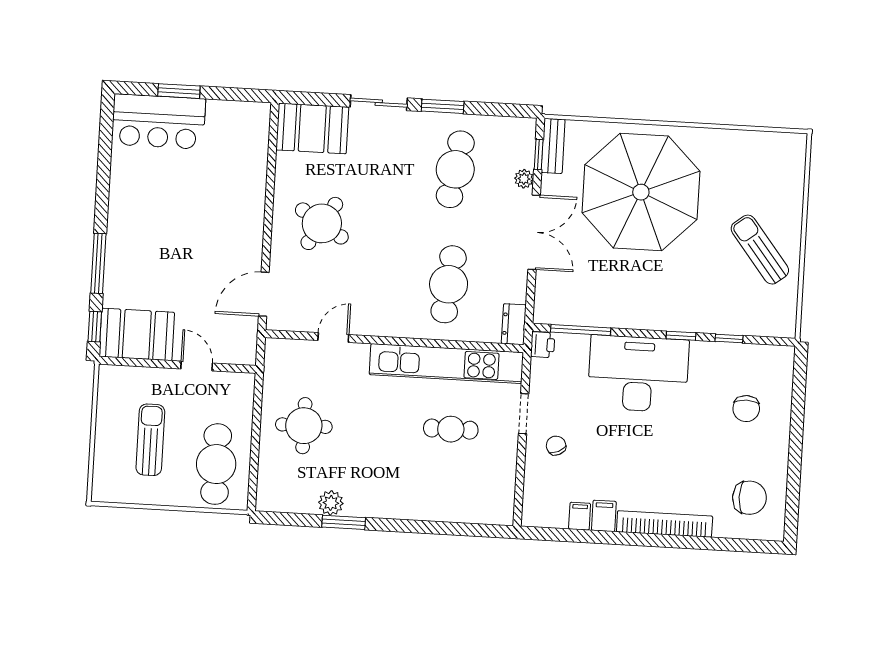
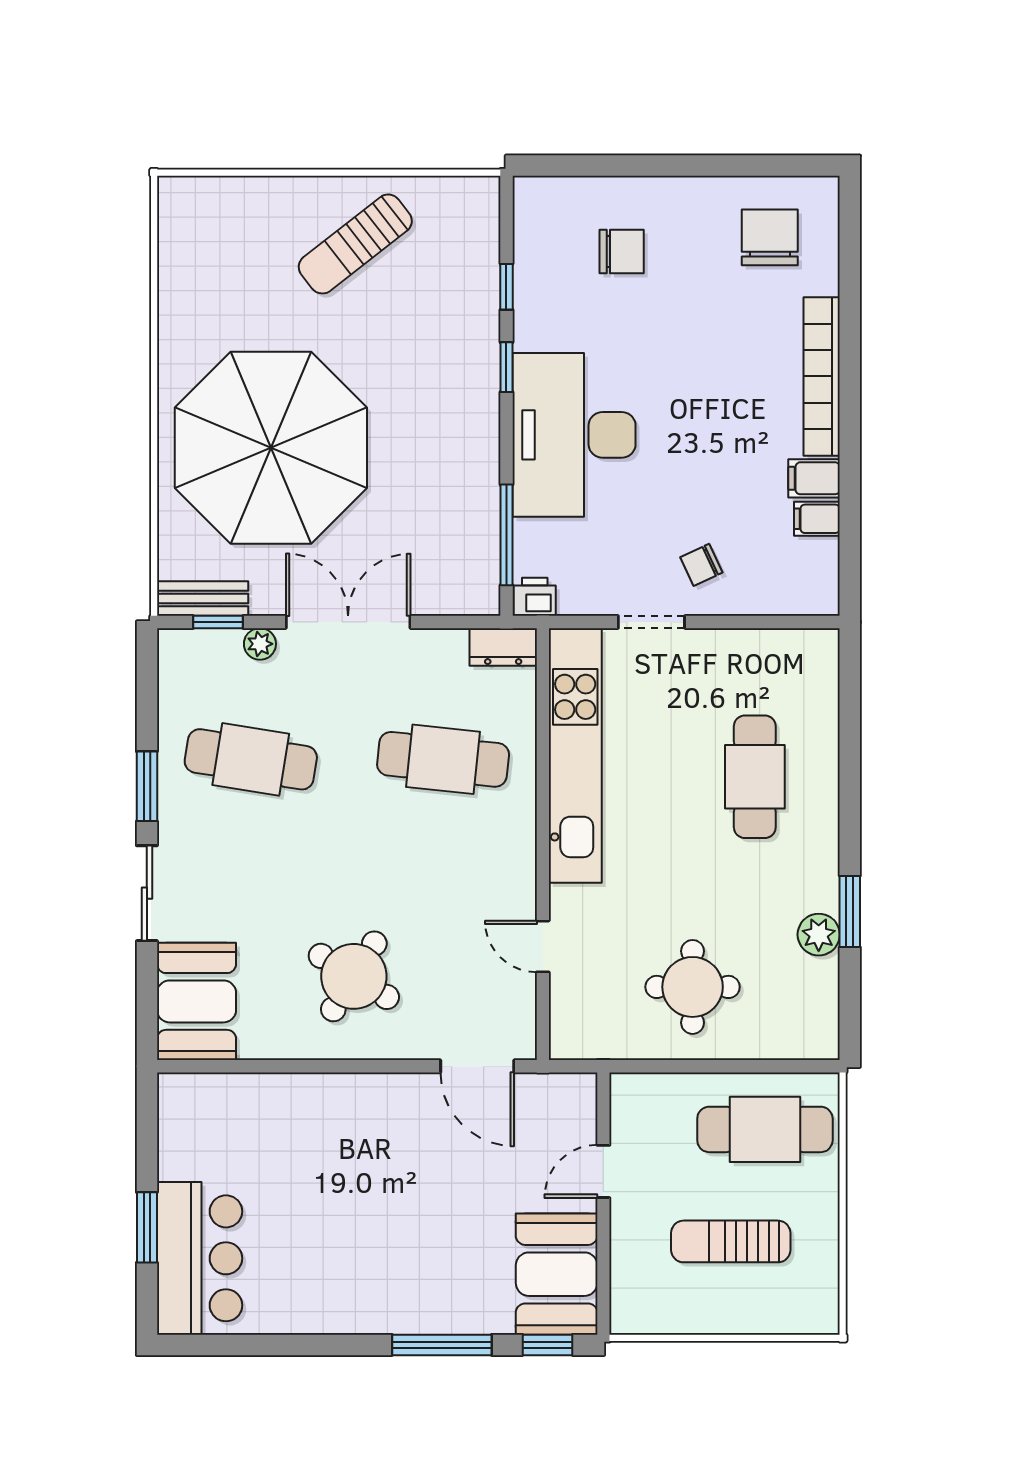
cafe table: (451, 429) -> (755, 777), moved, width x1.37, depth x1.35

